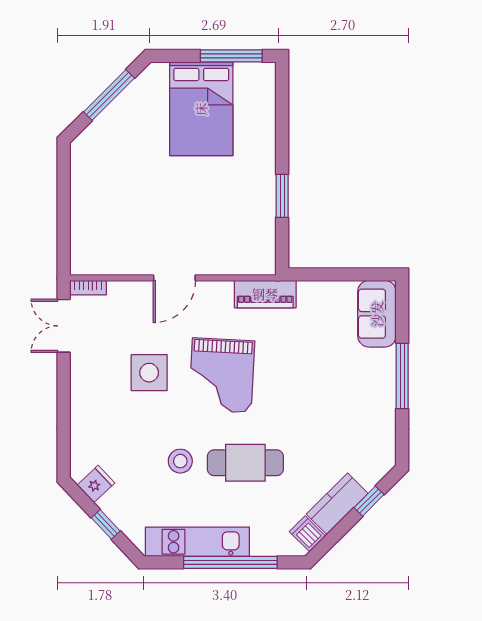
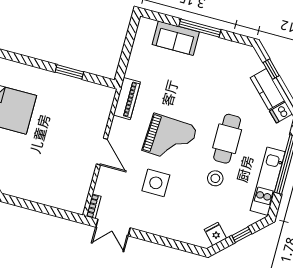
sofa: (377, 314) -> (176, 38), moved

